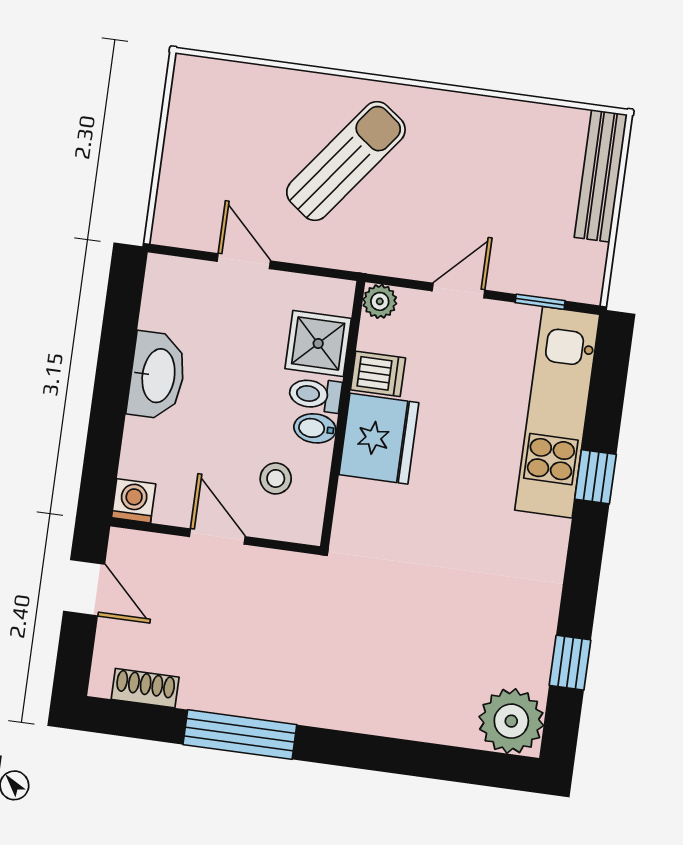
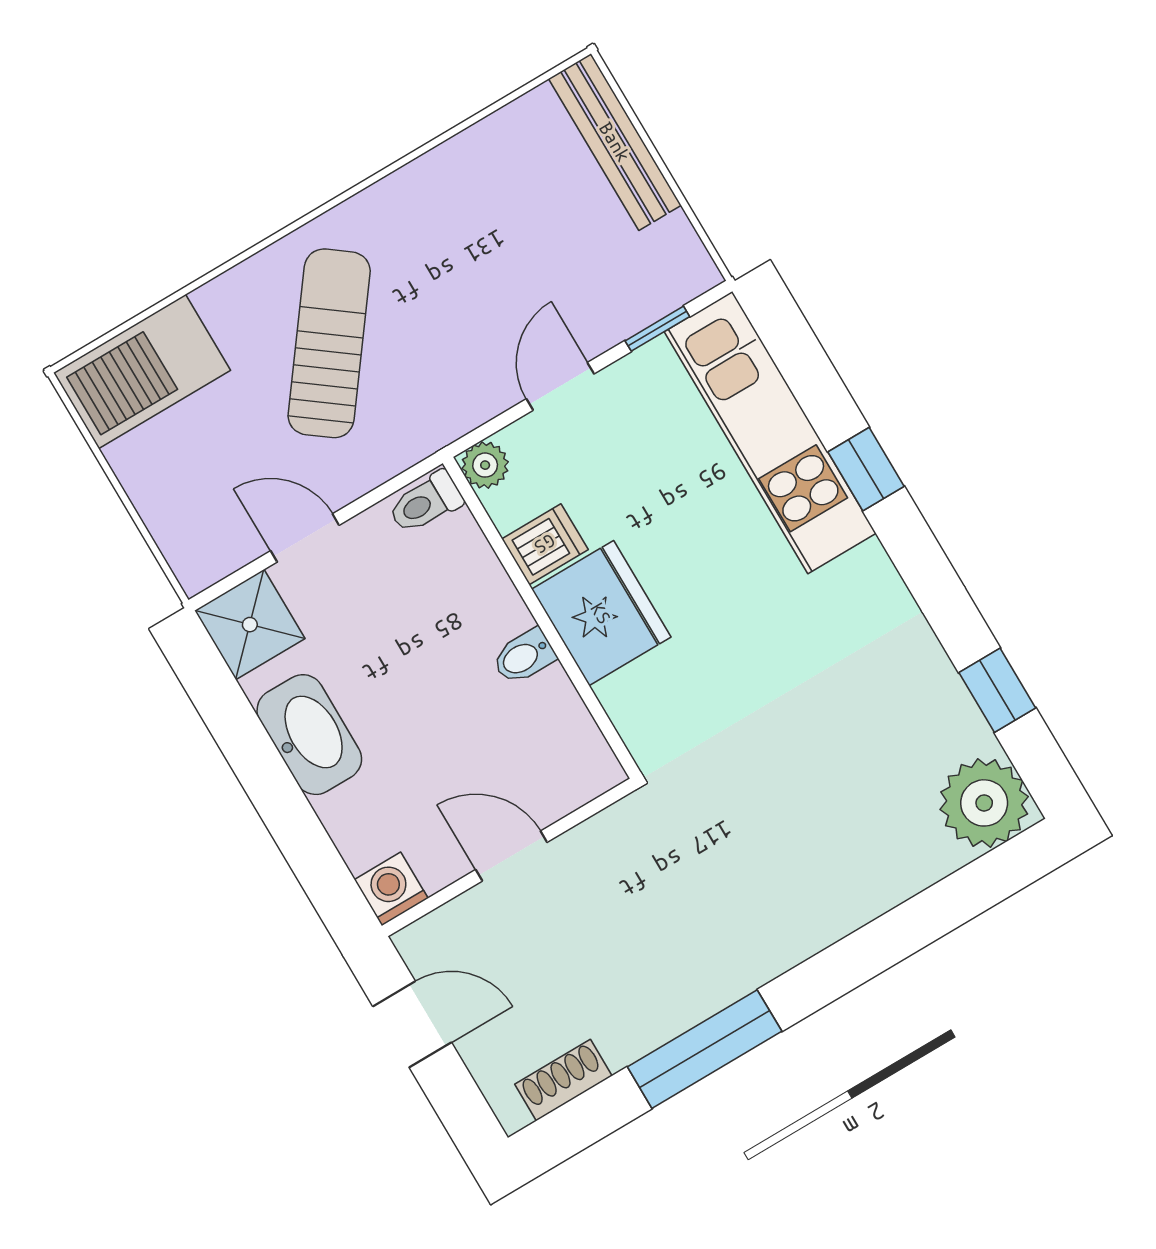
barbecue: (226, 92) -> (142, 371), added
shower: (318, 343) -> (250, 625), moved
toilet: (315, 394) -> (425, 503), moved
stool: (276, 478) -> (524, 744), removed

